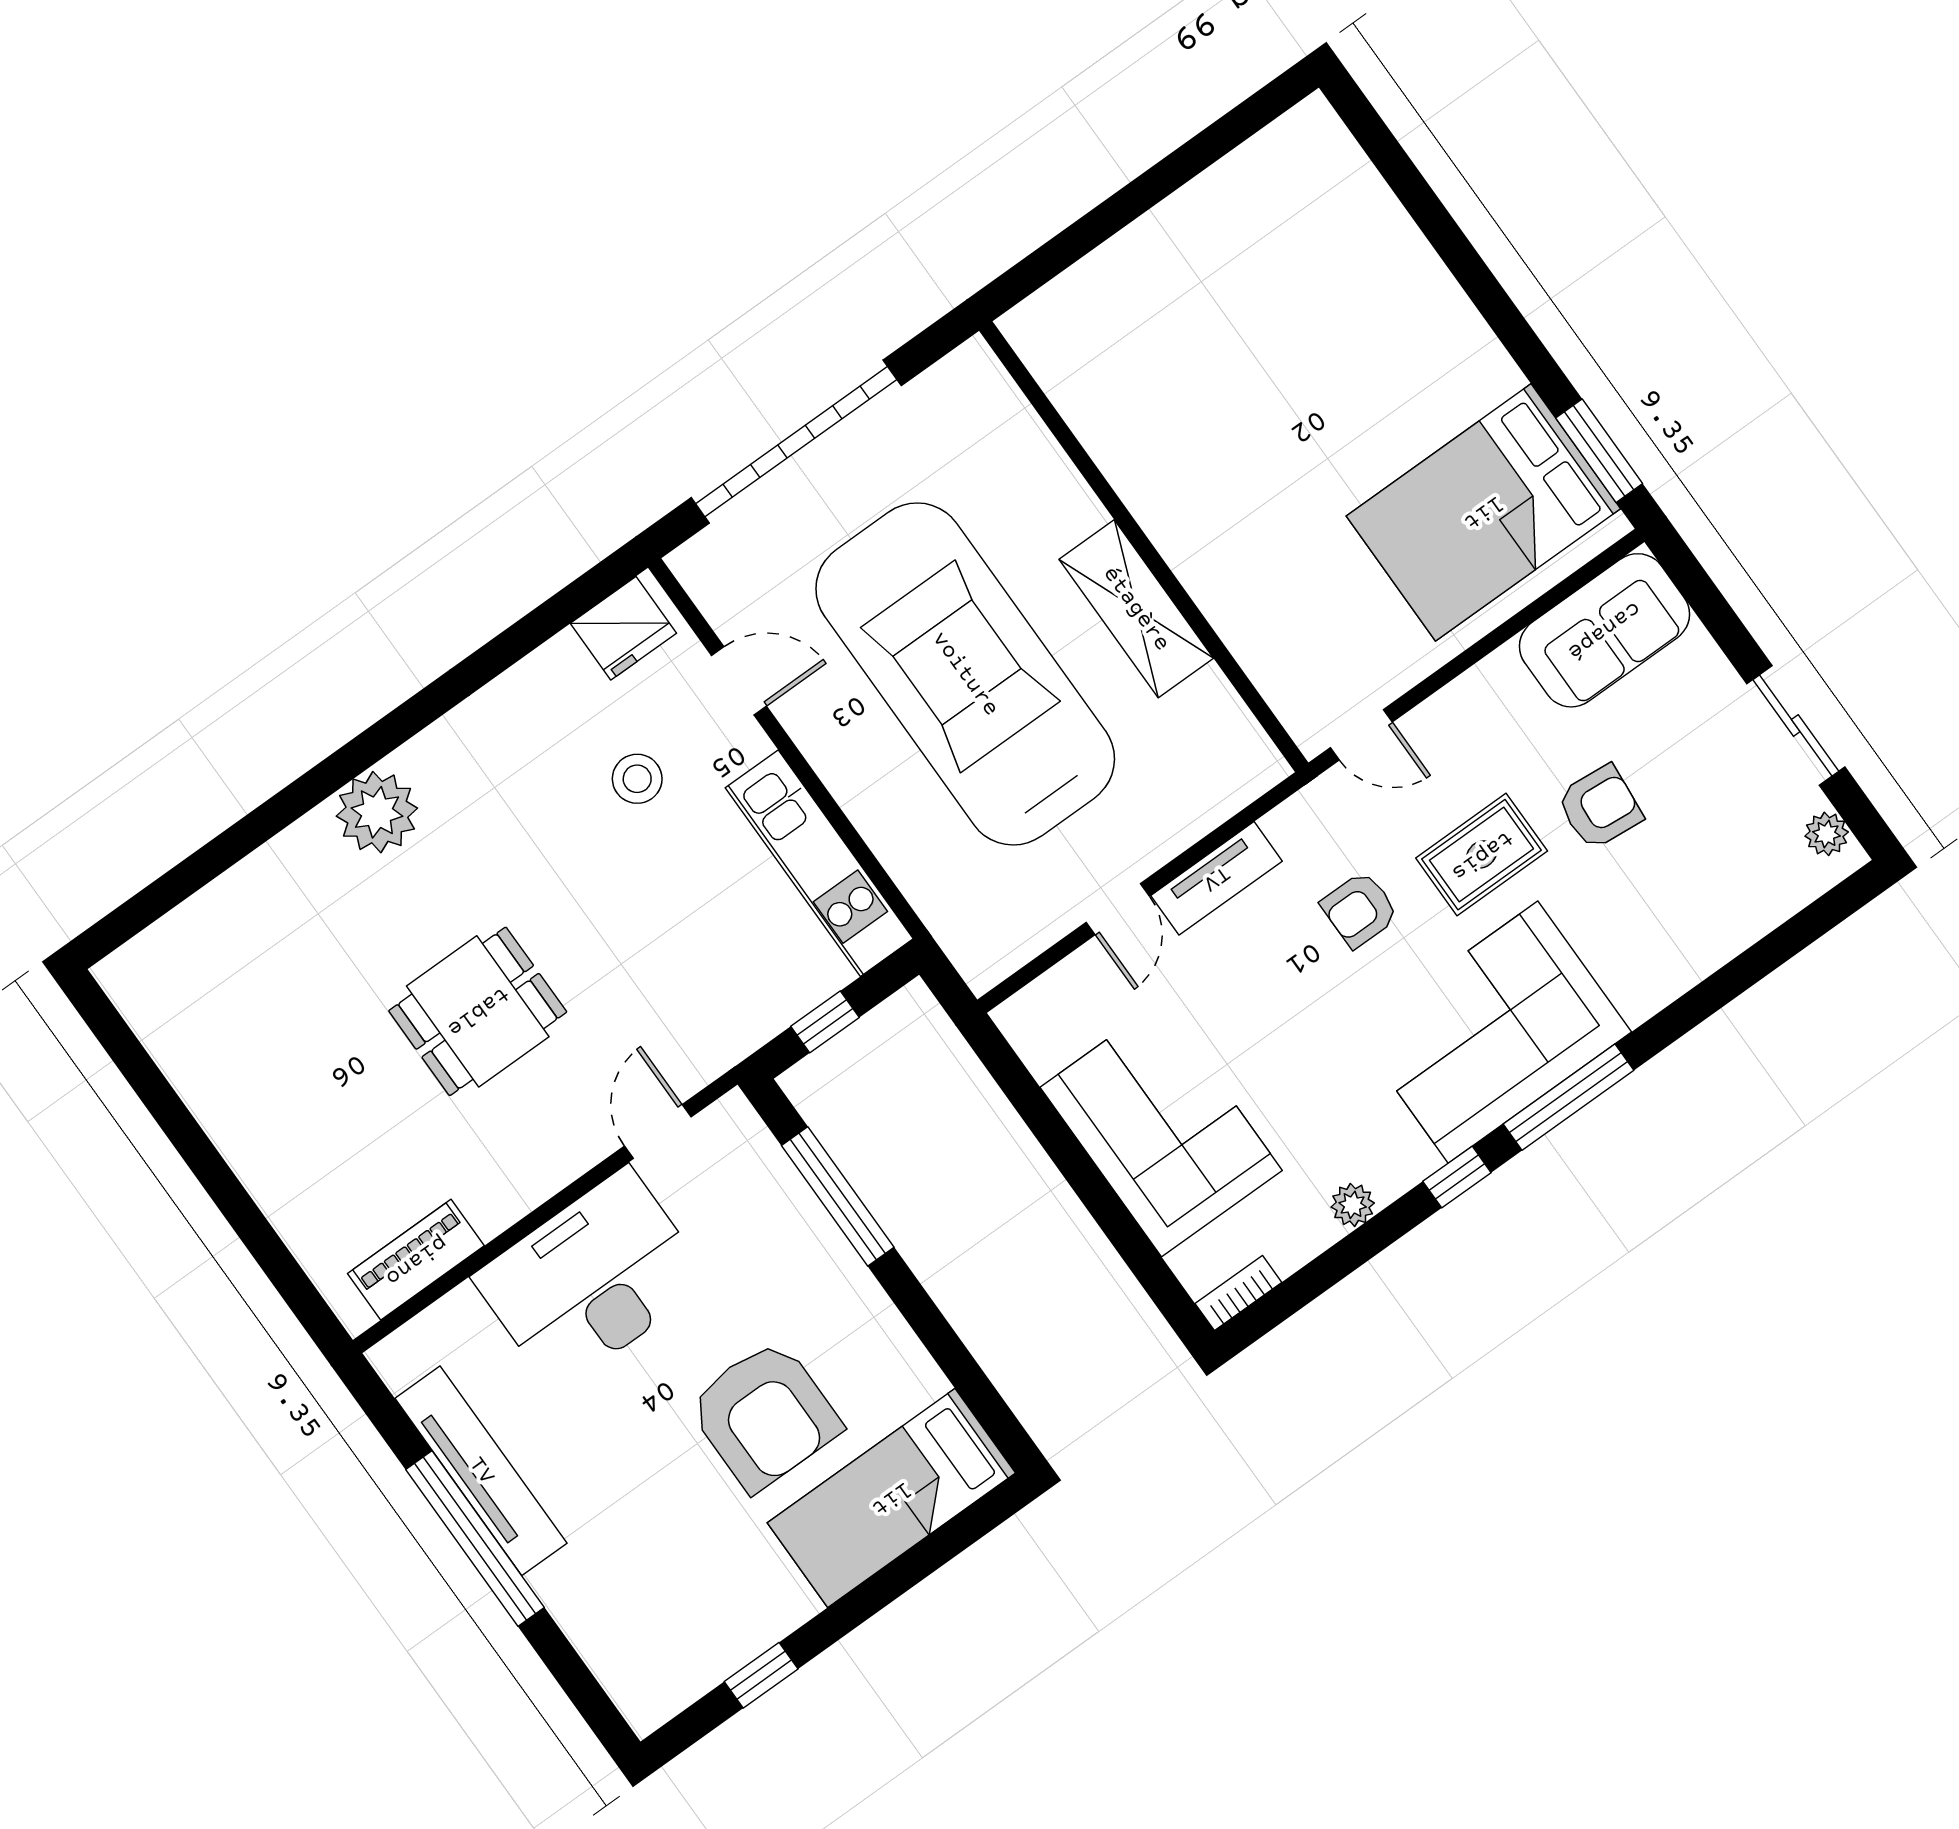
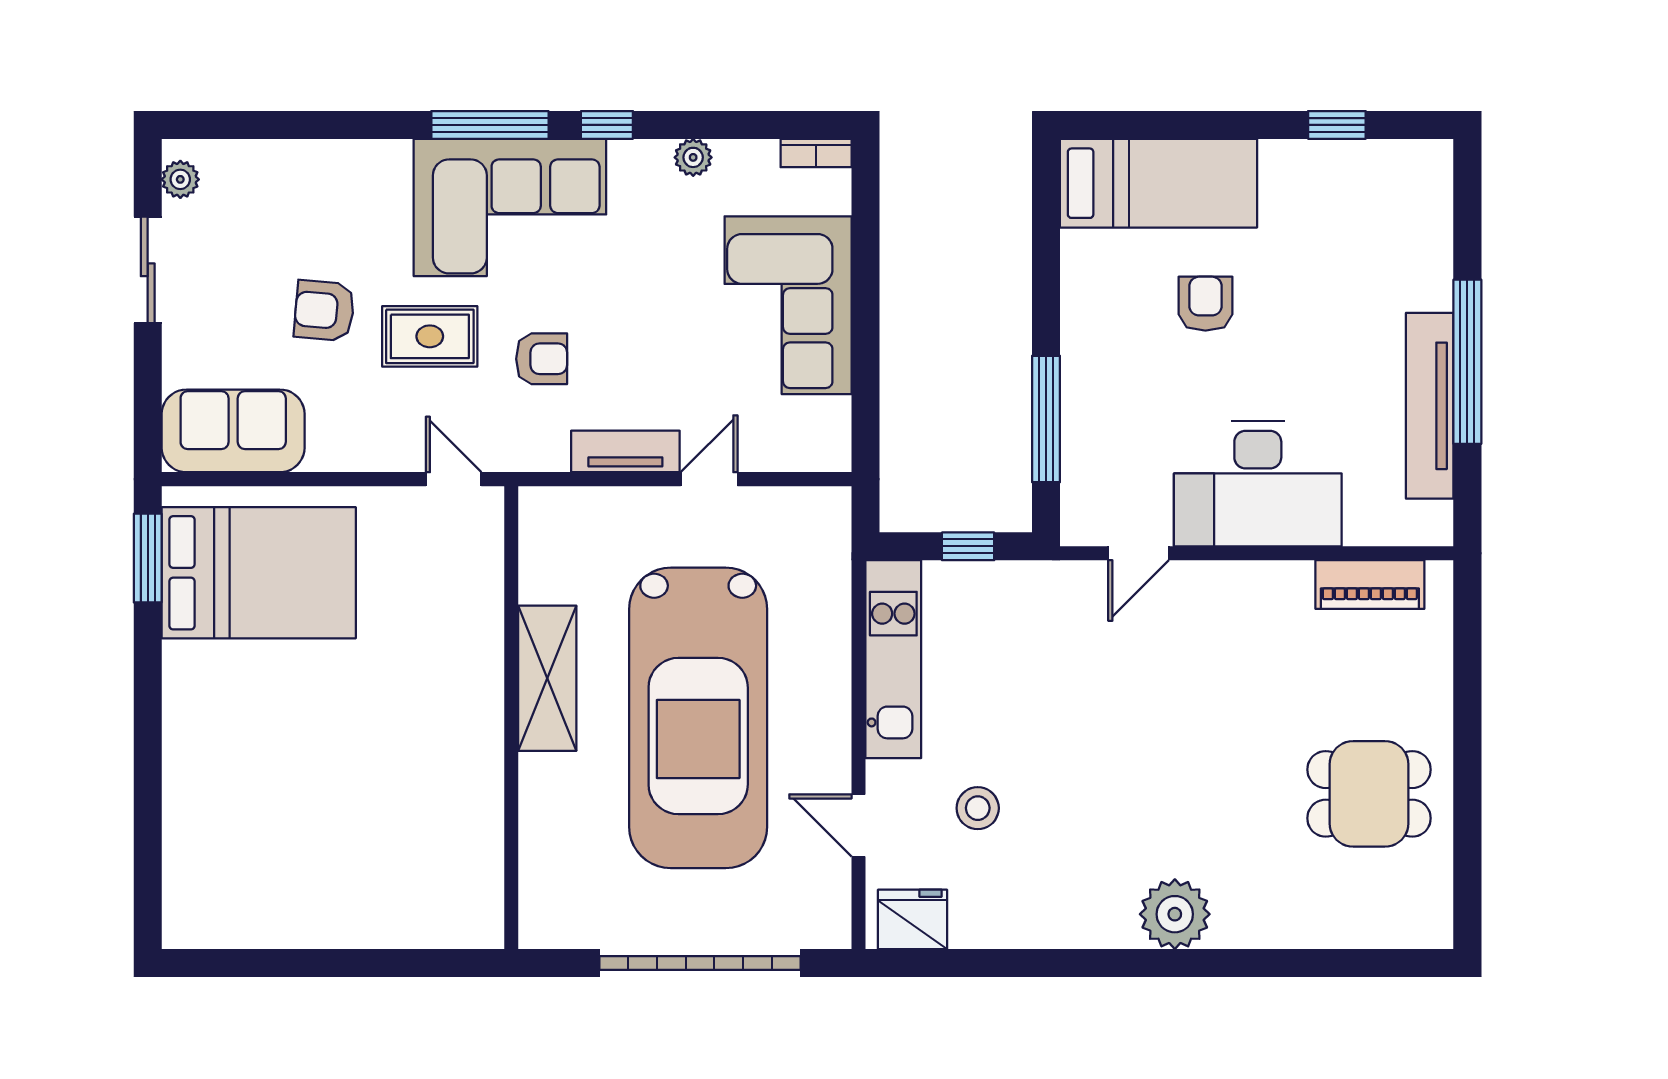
dining table: (478, 1011) -> (1369, 794), moved
armchair: (764, 1415) -> (1205, 304), width x0.53, depth x0.53

